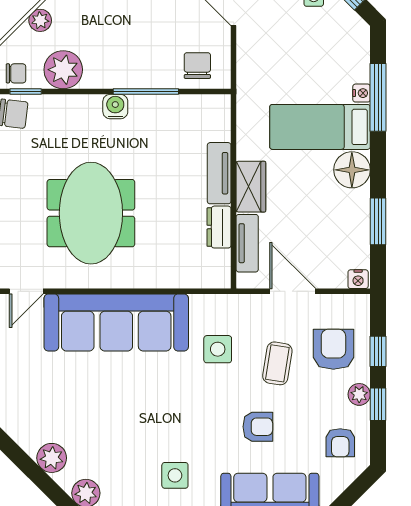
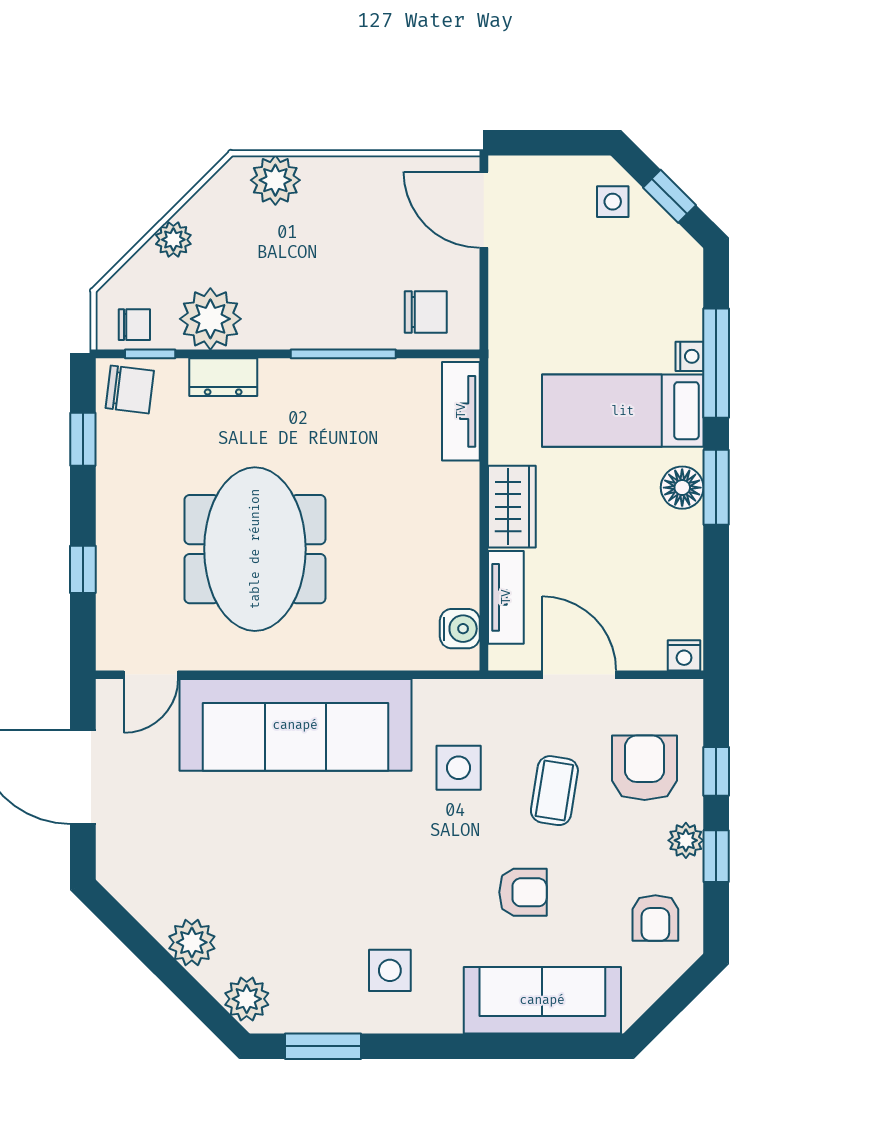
chair: (197, 66) -> (426, 312), turned 90
water cooler: (115, 107) -> (460, 629), moved, turned 90
floor lamp: (352, 170) -> (682, 488), width x0.73, depth x0.73
tv unit: (219, 173) -> (461, 411), moved
window: (378, 221) -> (716, 487), moved
dresser: (219, 227) -> (223, 377), moved, turned -90

